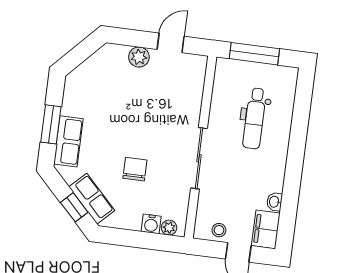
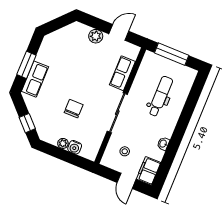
dental chair: (254, 118) -> (160, 96), turned 180
row of seats: (92, 199) -> (122, 73), moved, turned -136
washbasin: (274, 202) -> (163, 144), moved
plant: (169, 228) -> (63, 143), moved
stool: (219, 230) -> (125, 151), moved

